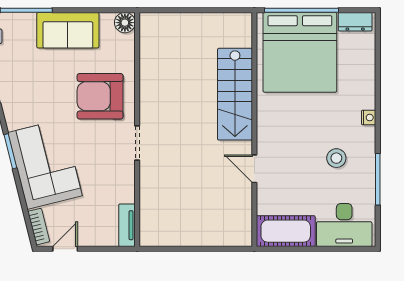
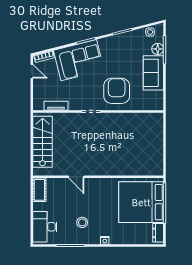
floor lamp: (125, 23) -> (158, 49), moved
stairs: (235, 94) -> (43, 142), moved, turned 90
door: (254, 169) -> (76, 177), swing flipped
tv unit: (127, 225) -> (56, 106), moved
cot: (286, 231) -> (39, 190), width x0.73, depth x0.75

